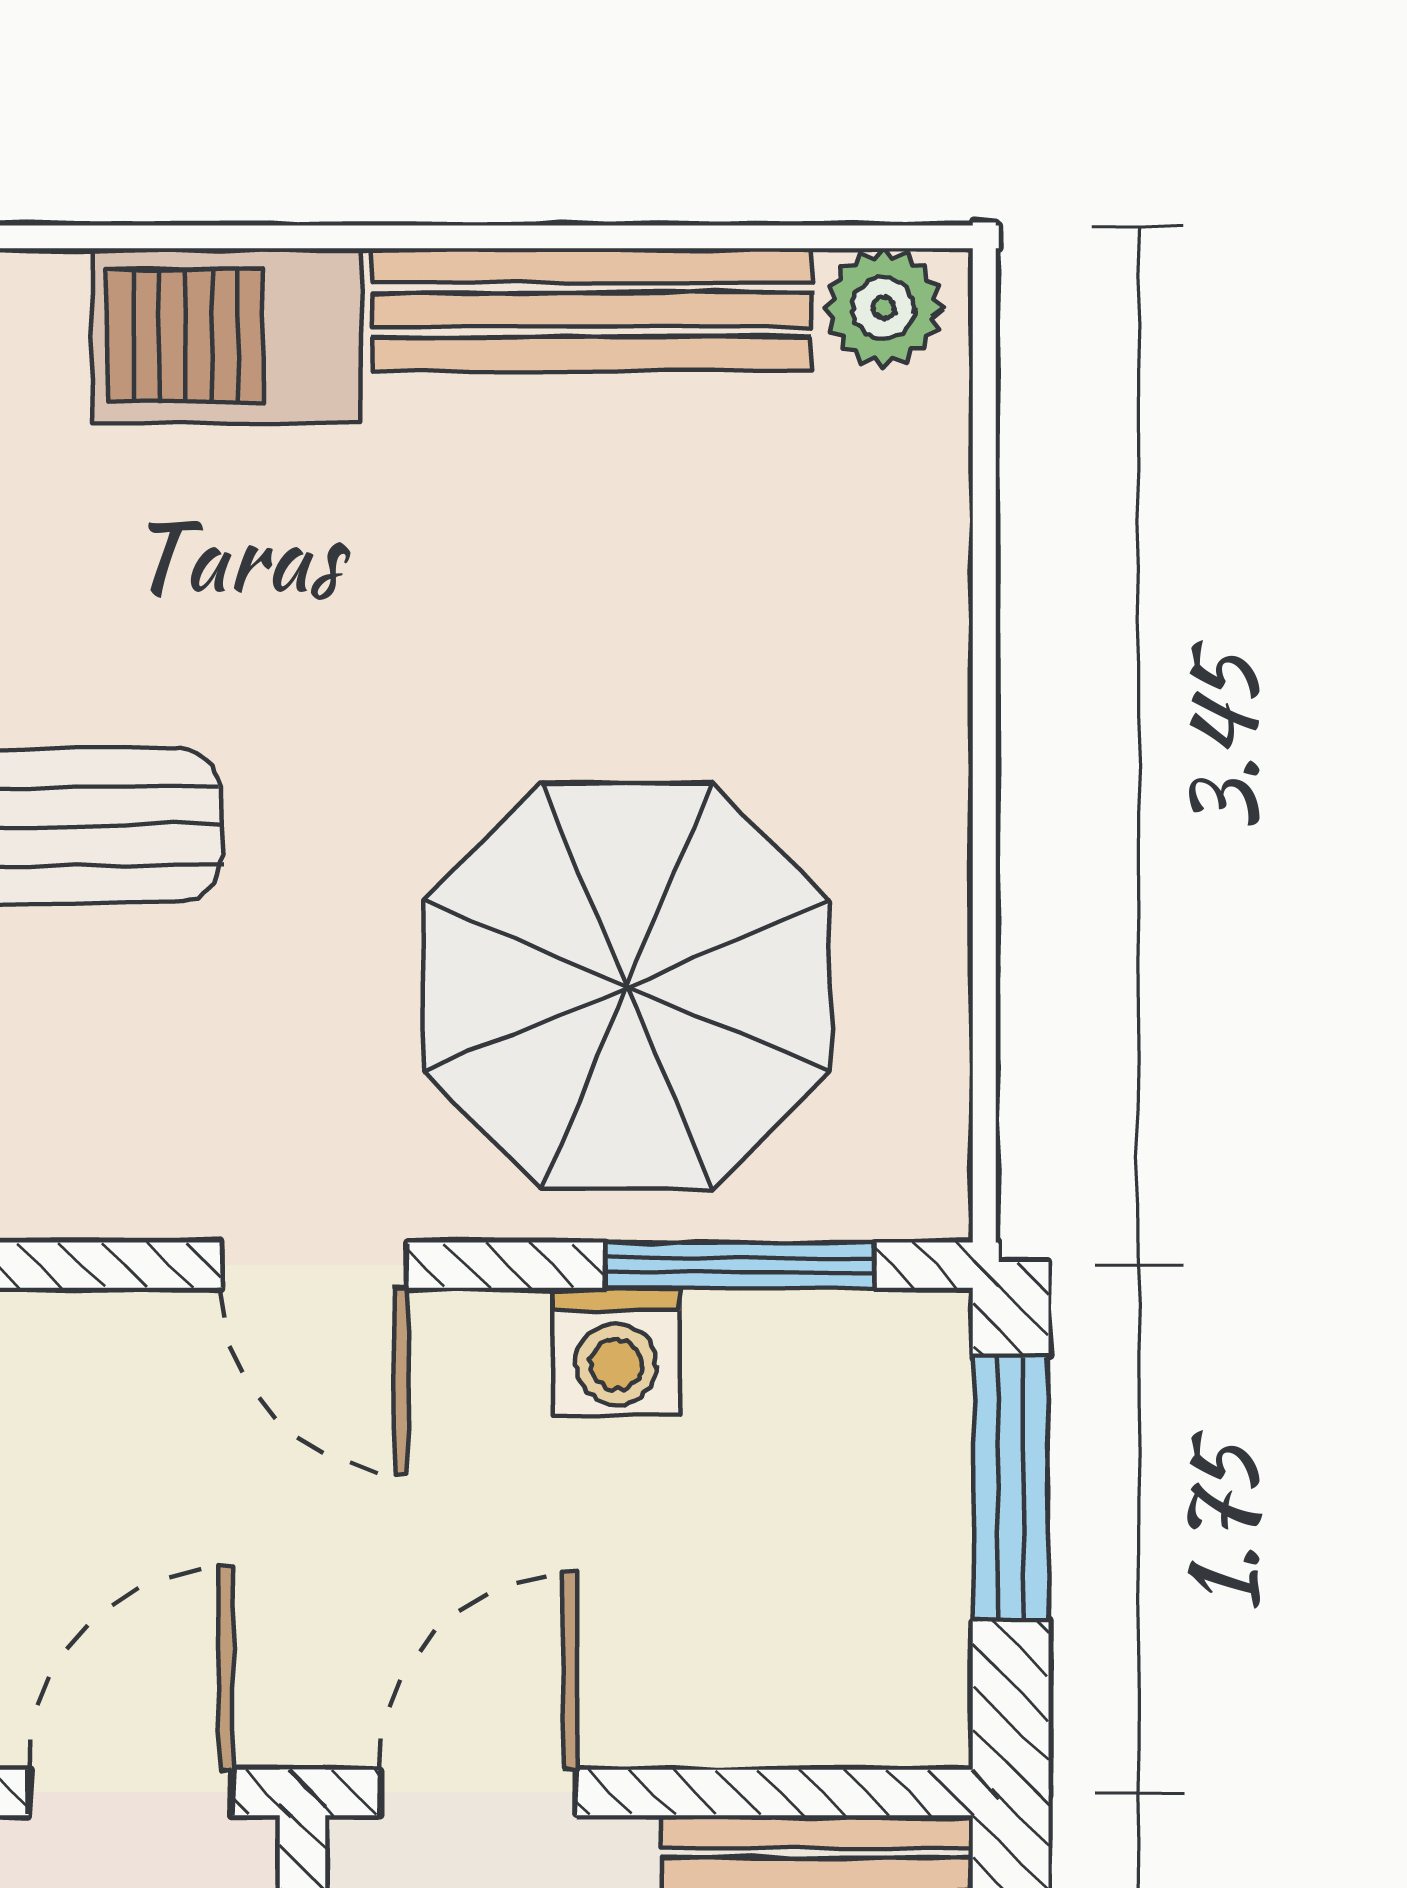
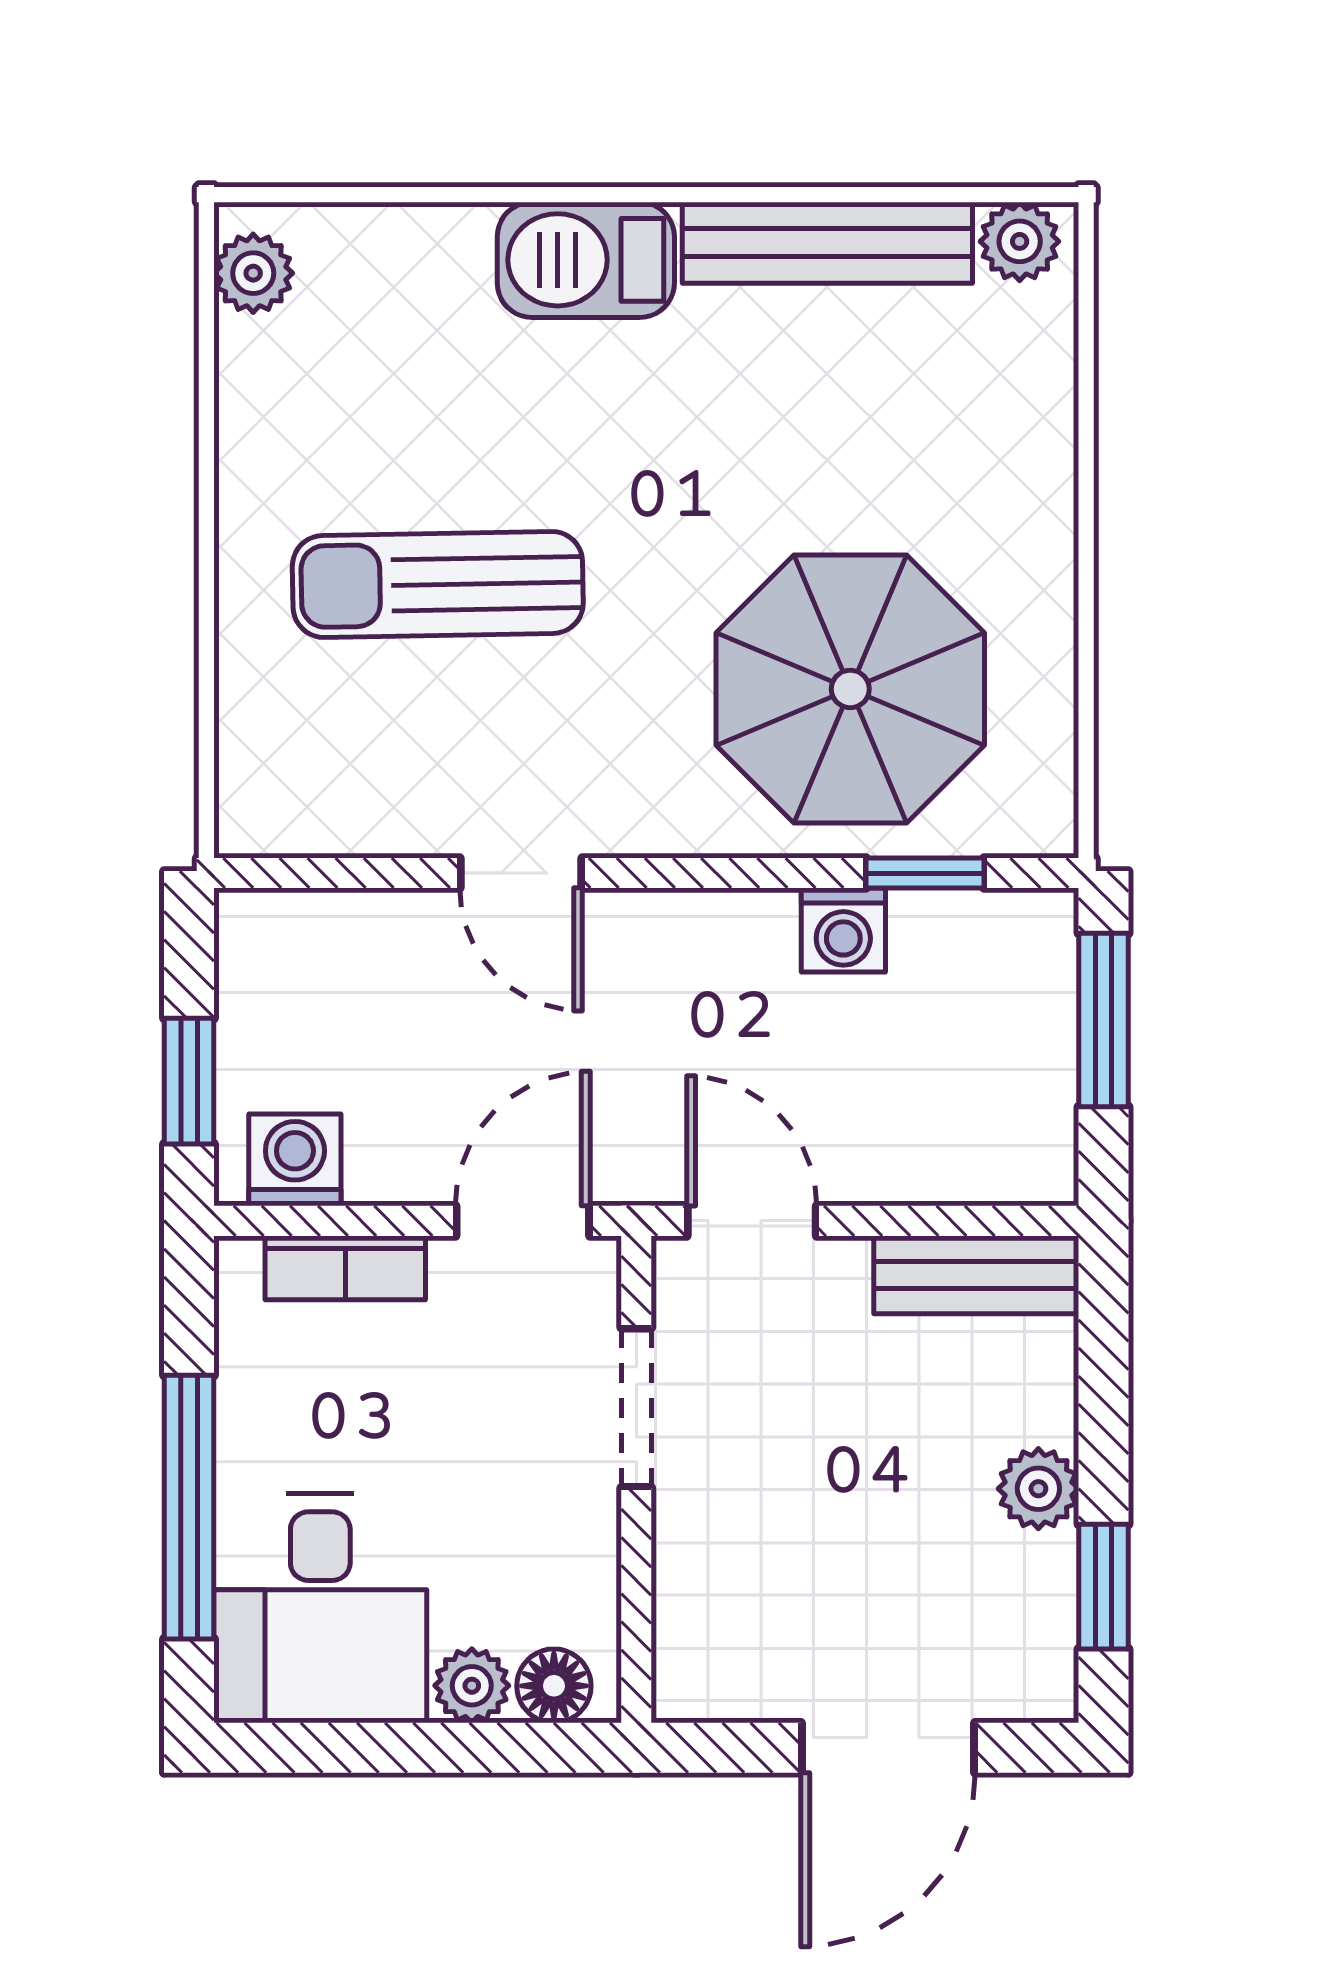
door: (315, 1265) -> (521, 873), moved
window: (740, 1265) -> (925, 873), width x0.67
door: (477, 1792) -> (752, 1221), hinge flipped

